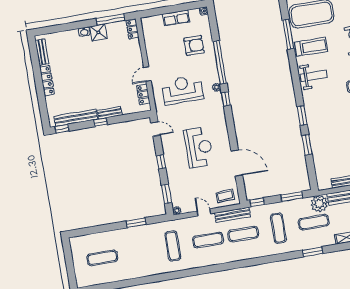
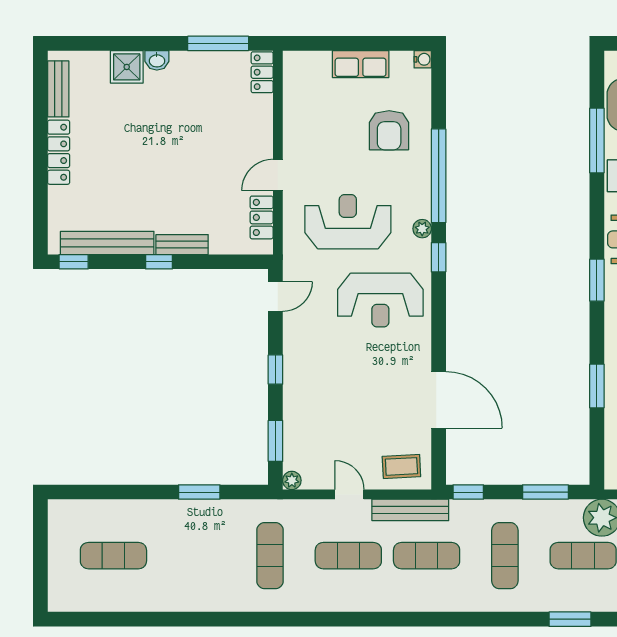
shower: (98, 32) -> (127, 67), moved
armchair: (194, 46) -> (389, 130), turned 90
window: (302, 116) -> (597, 280), moved
door: (156, 129) -> (275, 296), hinge flipped
reception desk: (199, 147) -> (380, 300), moved, turned 90

